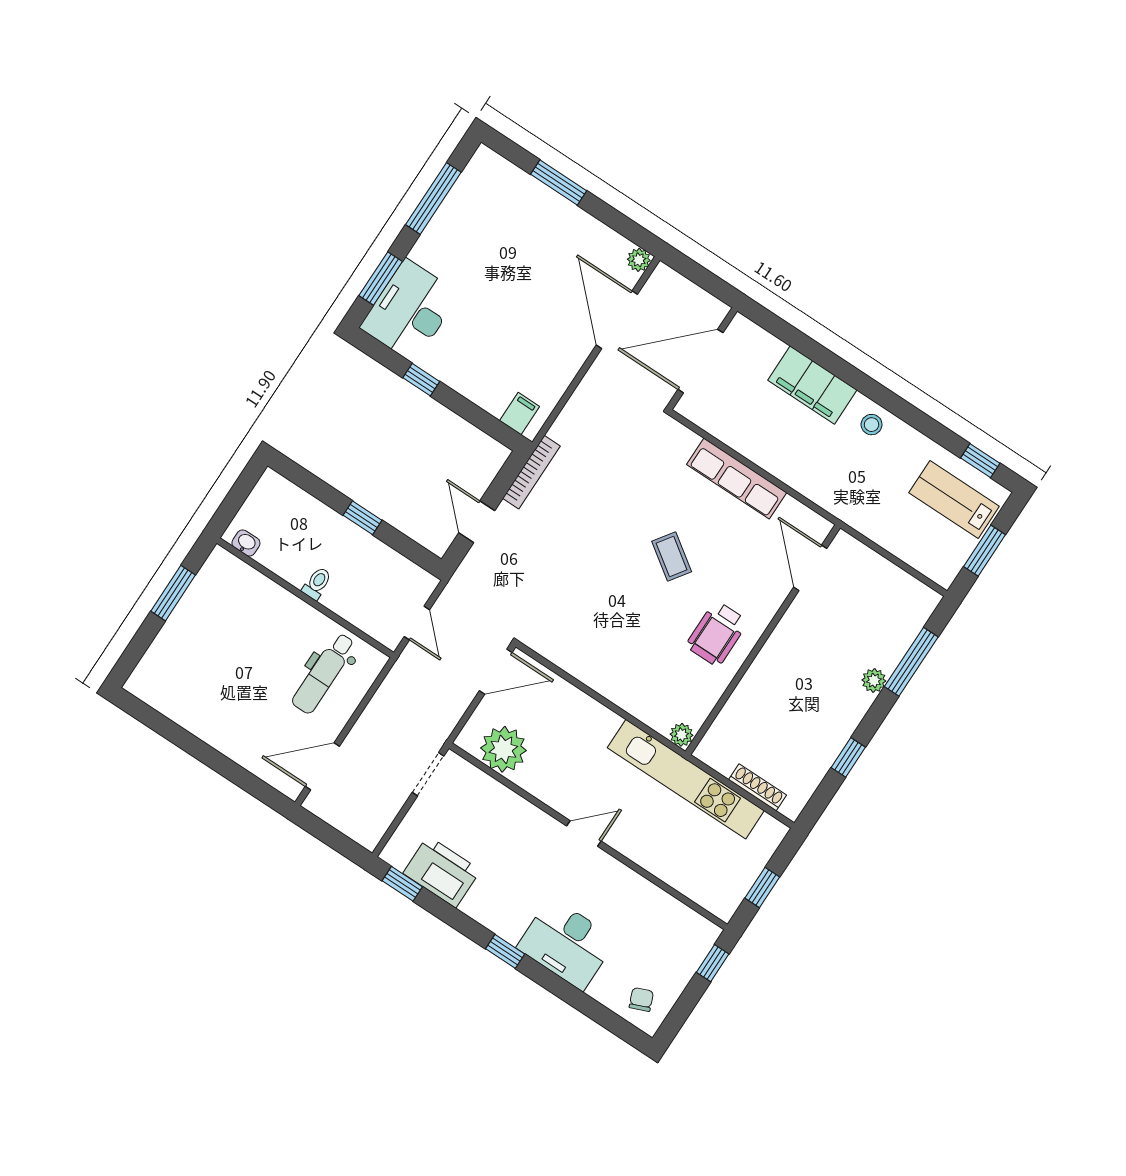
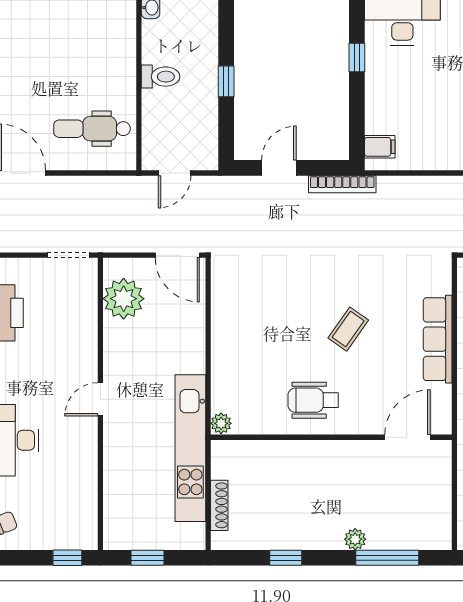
toilet: (317, 583) -> (161, 77), width x1.37, depth x1.39
door: (584, 834) -> (100, 399), swing flipped

